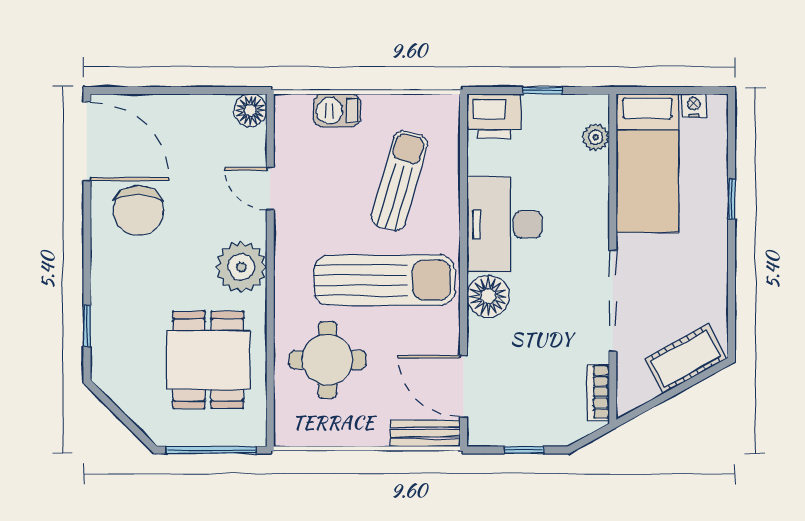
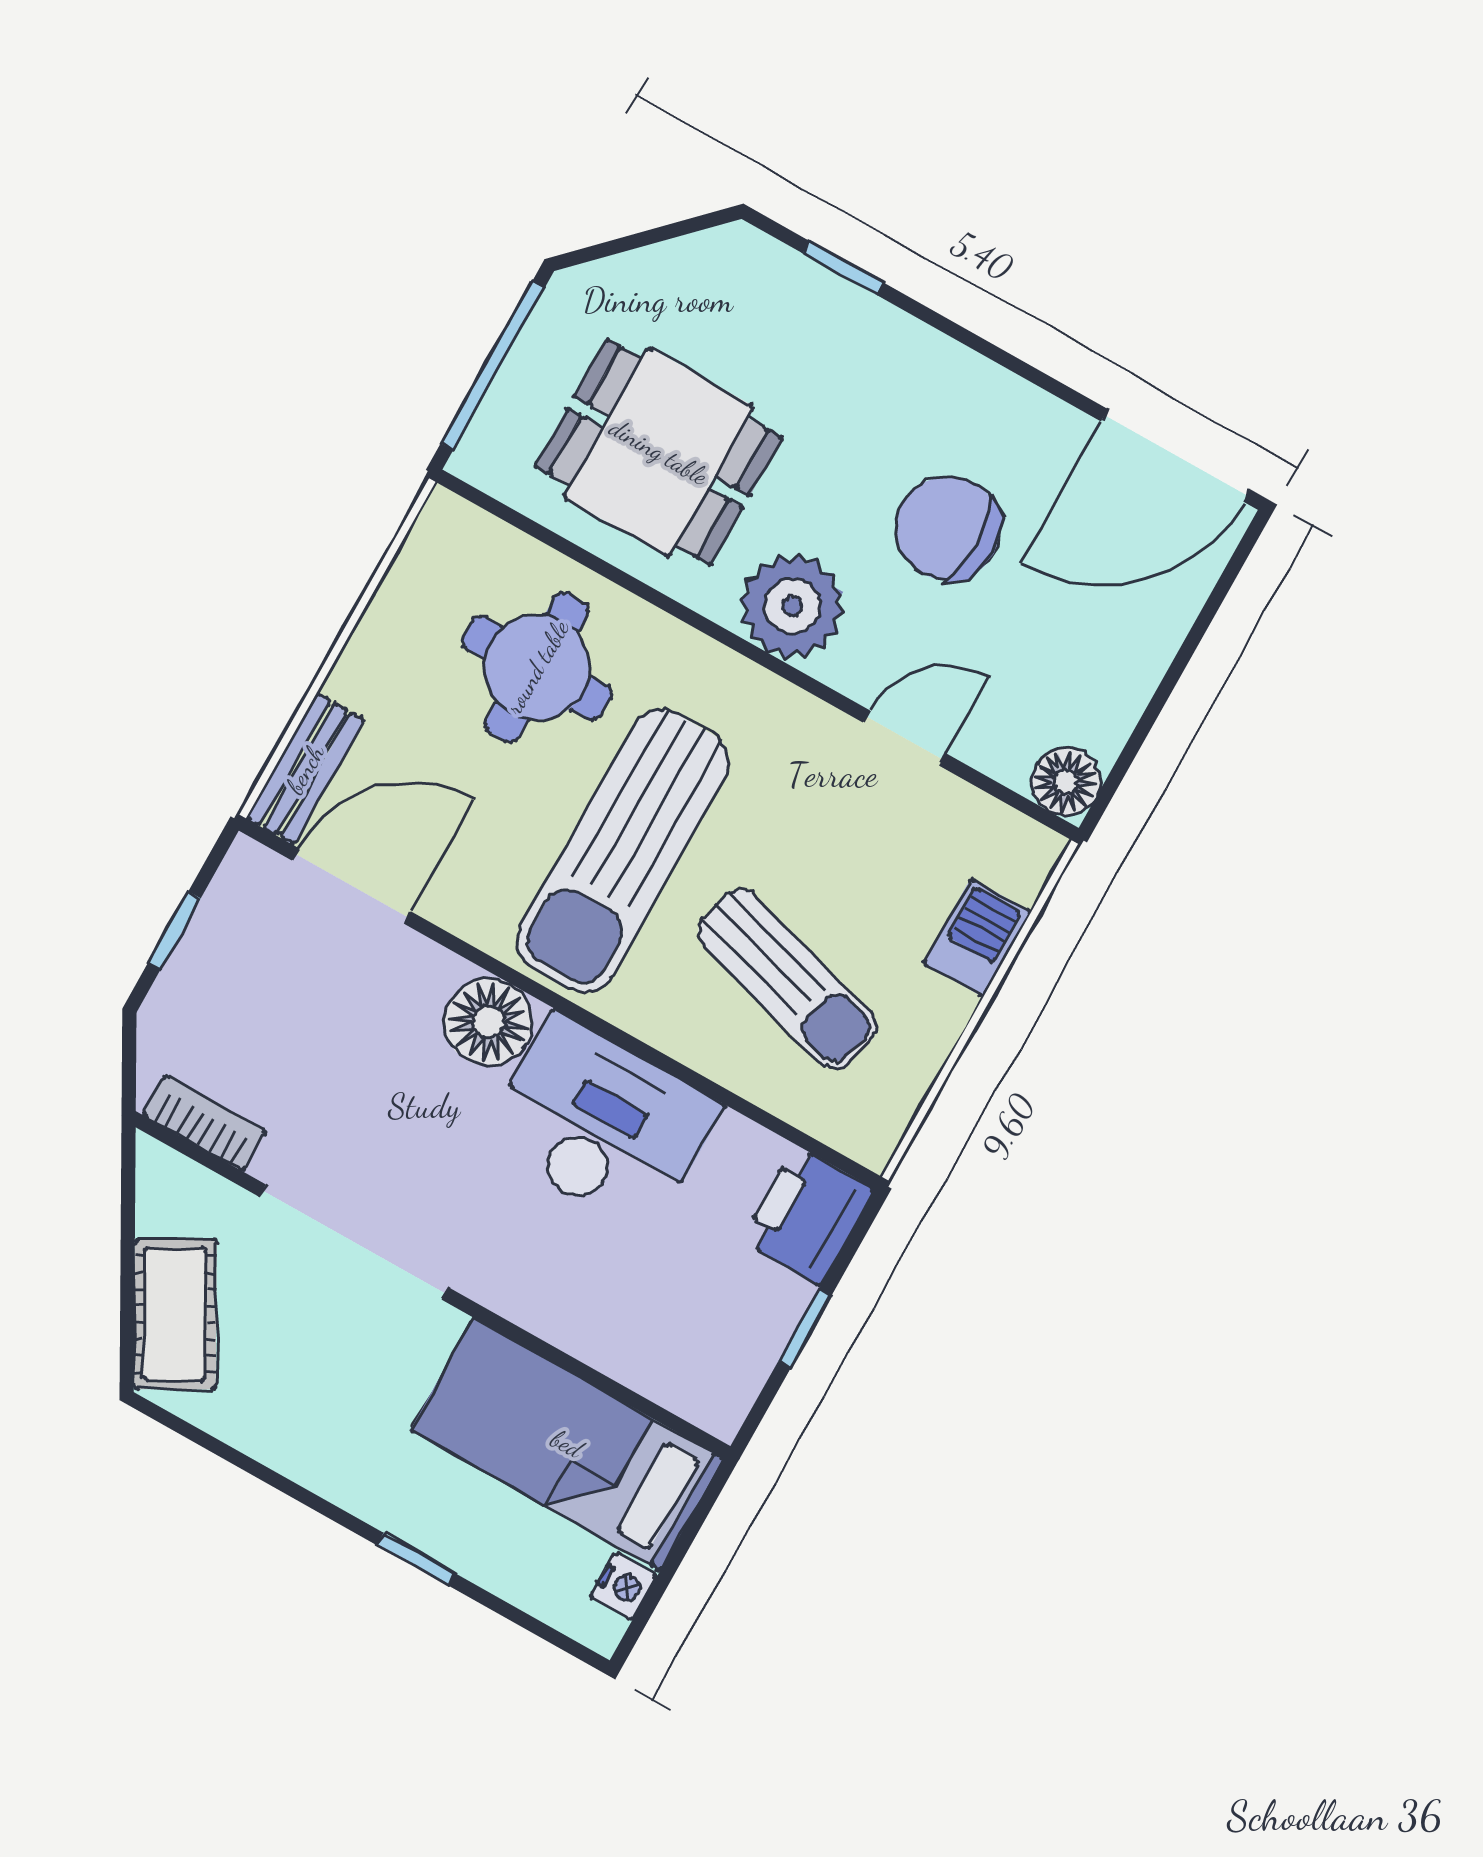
plant: (596, 137) -> (666, 1377), removed
chair: (138, 211) -> (948, 528), moved

